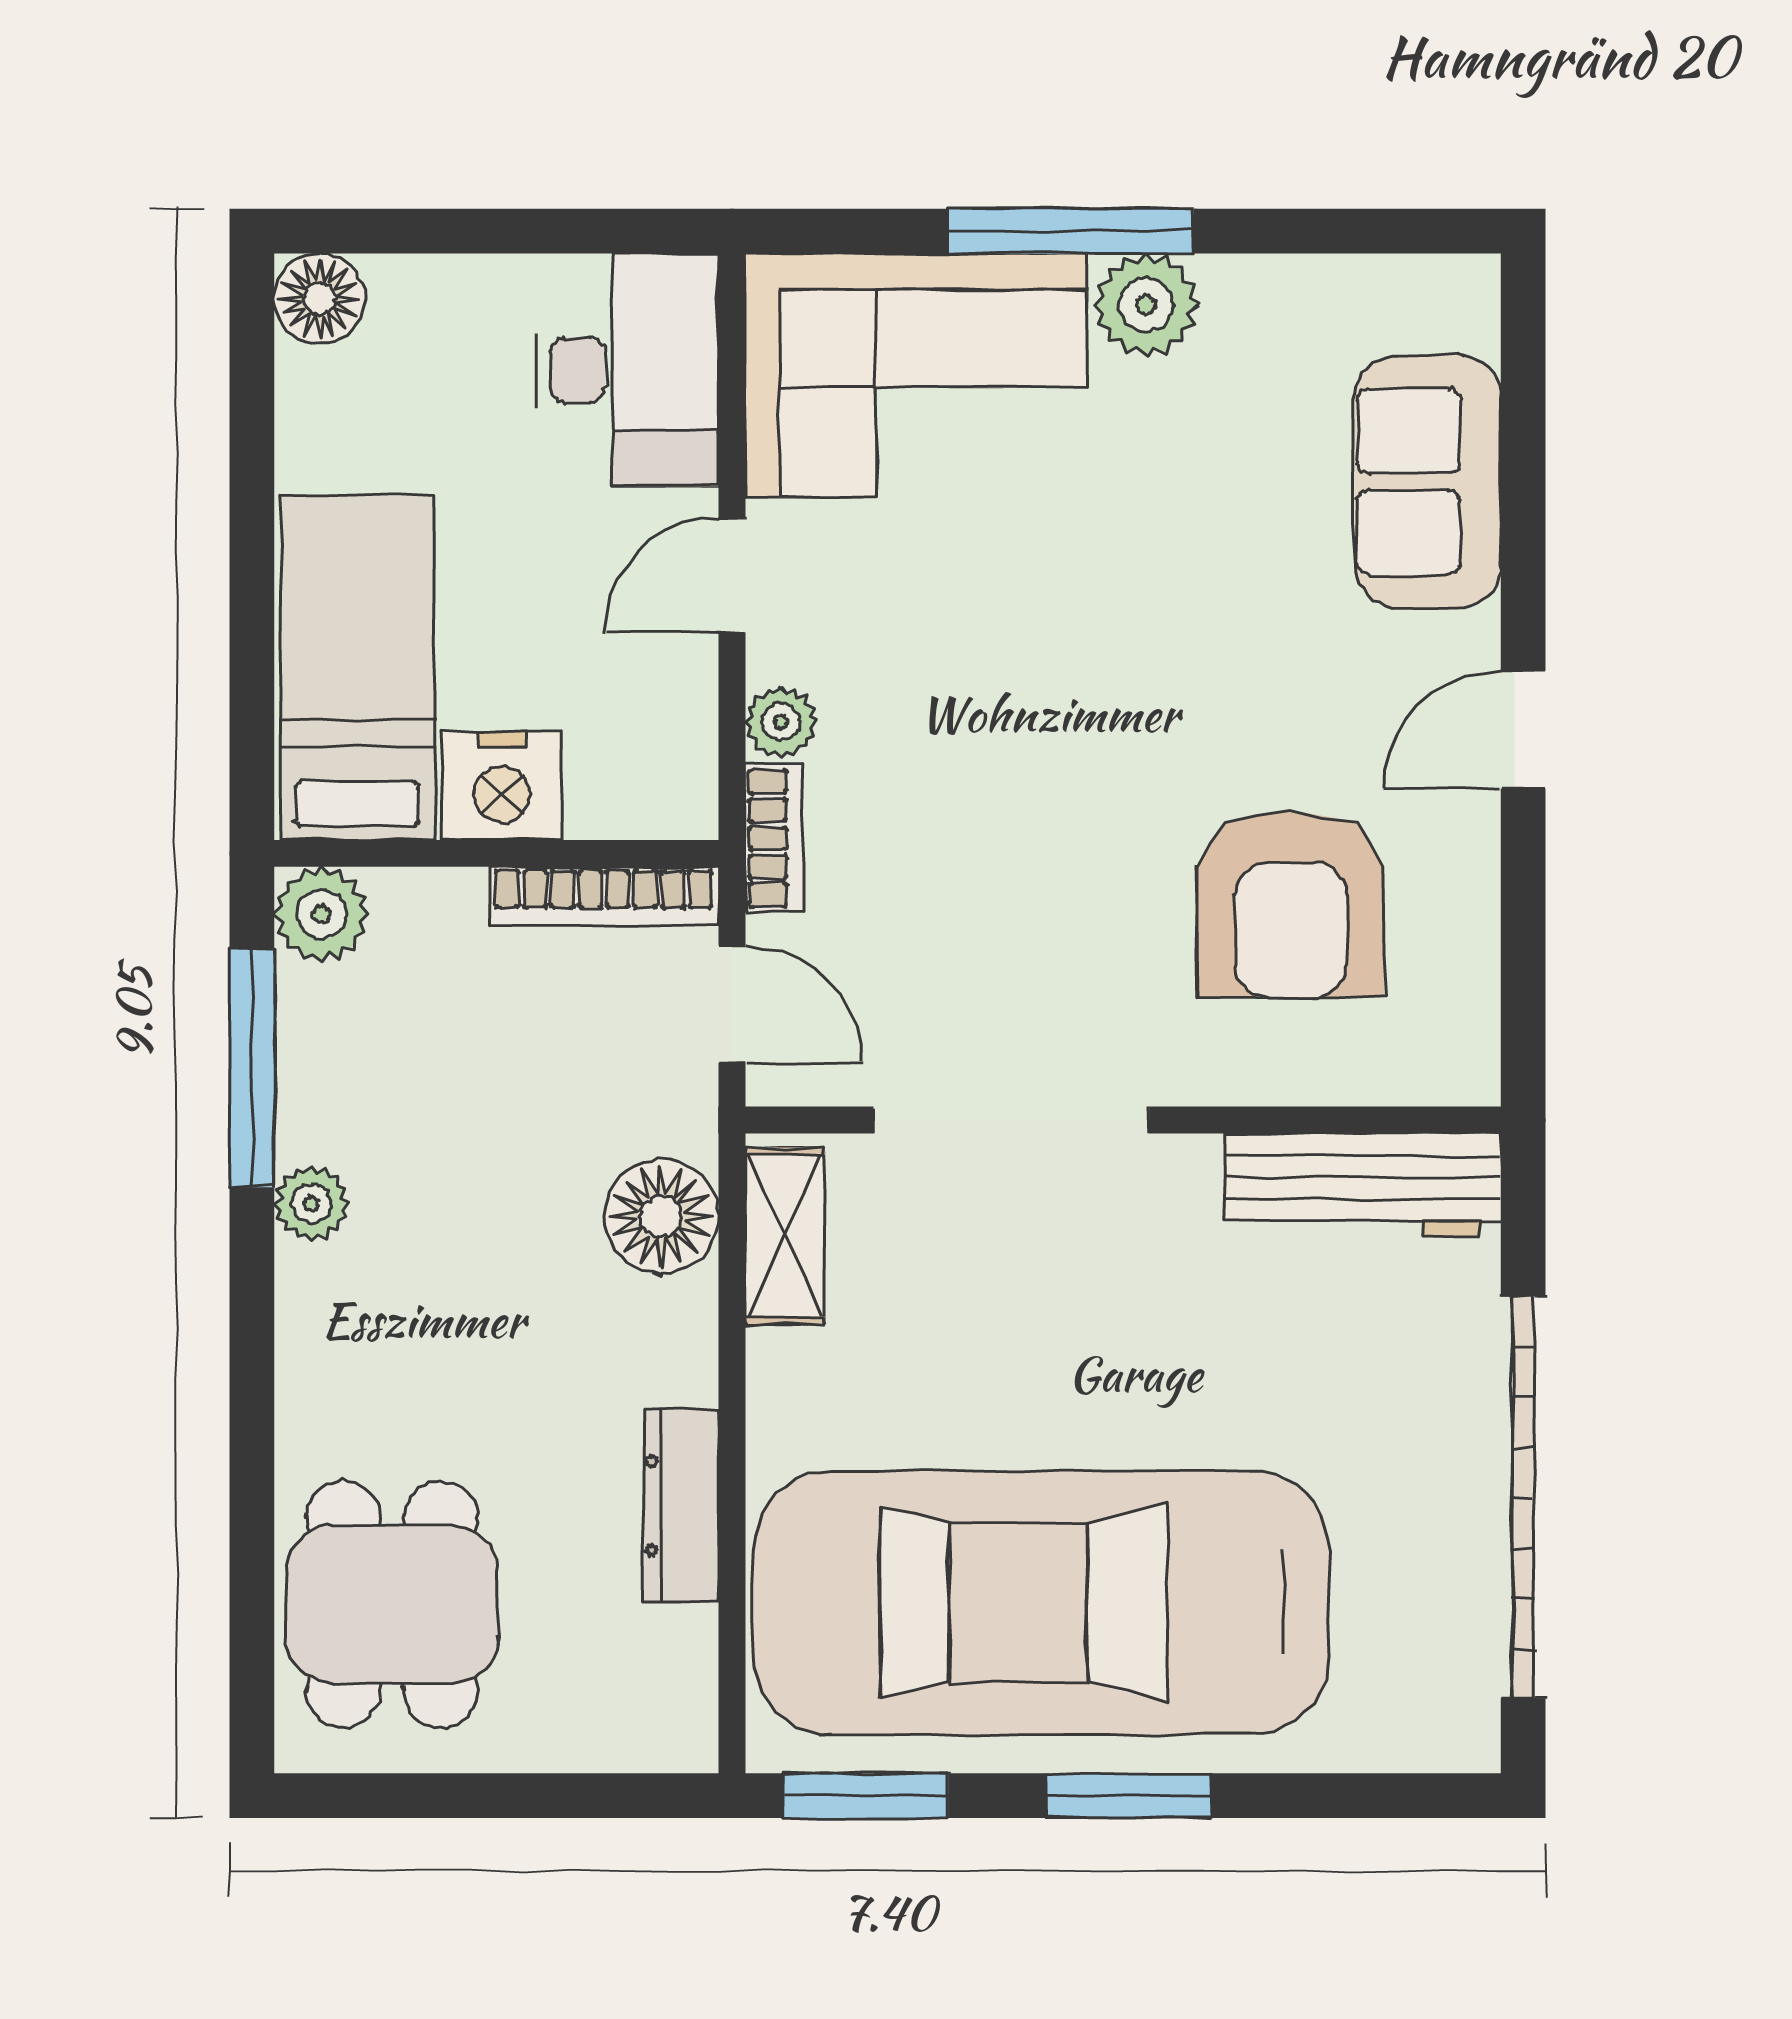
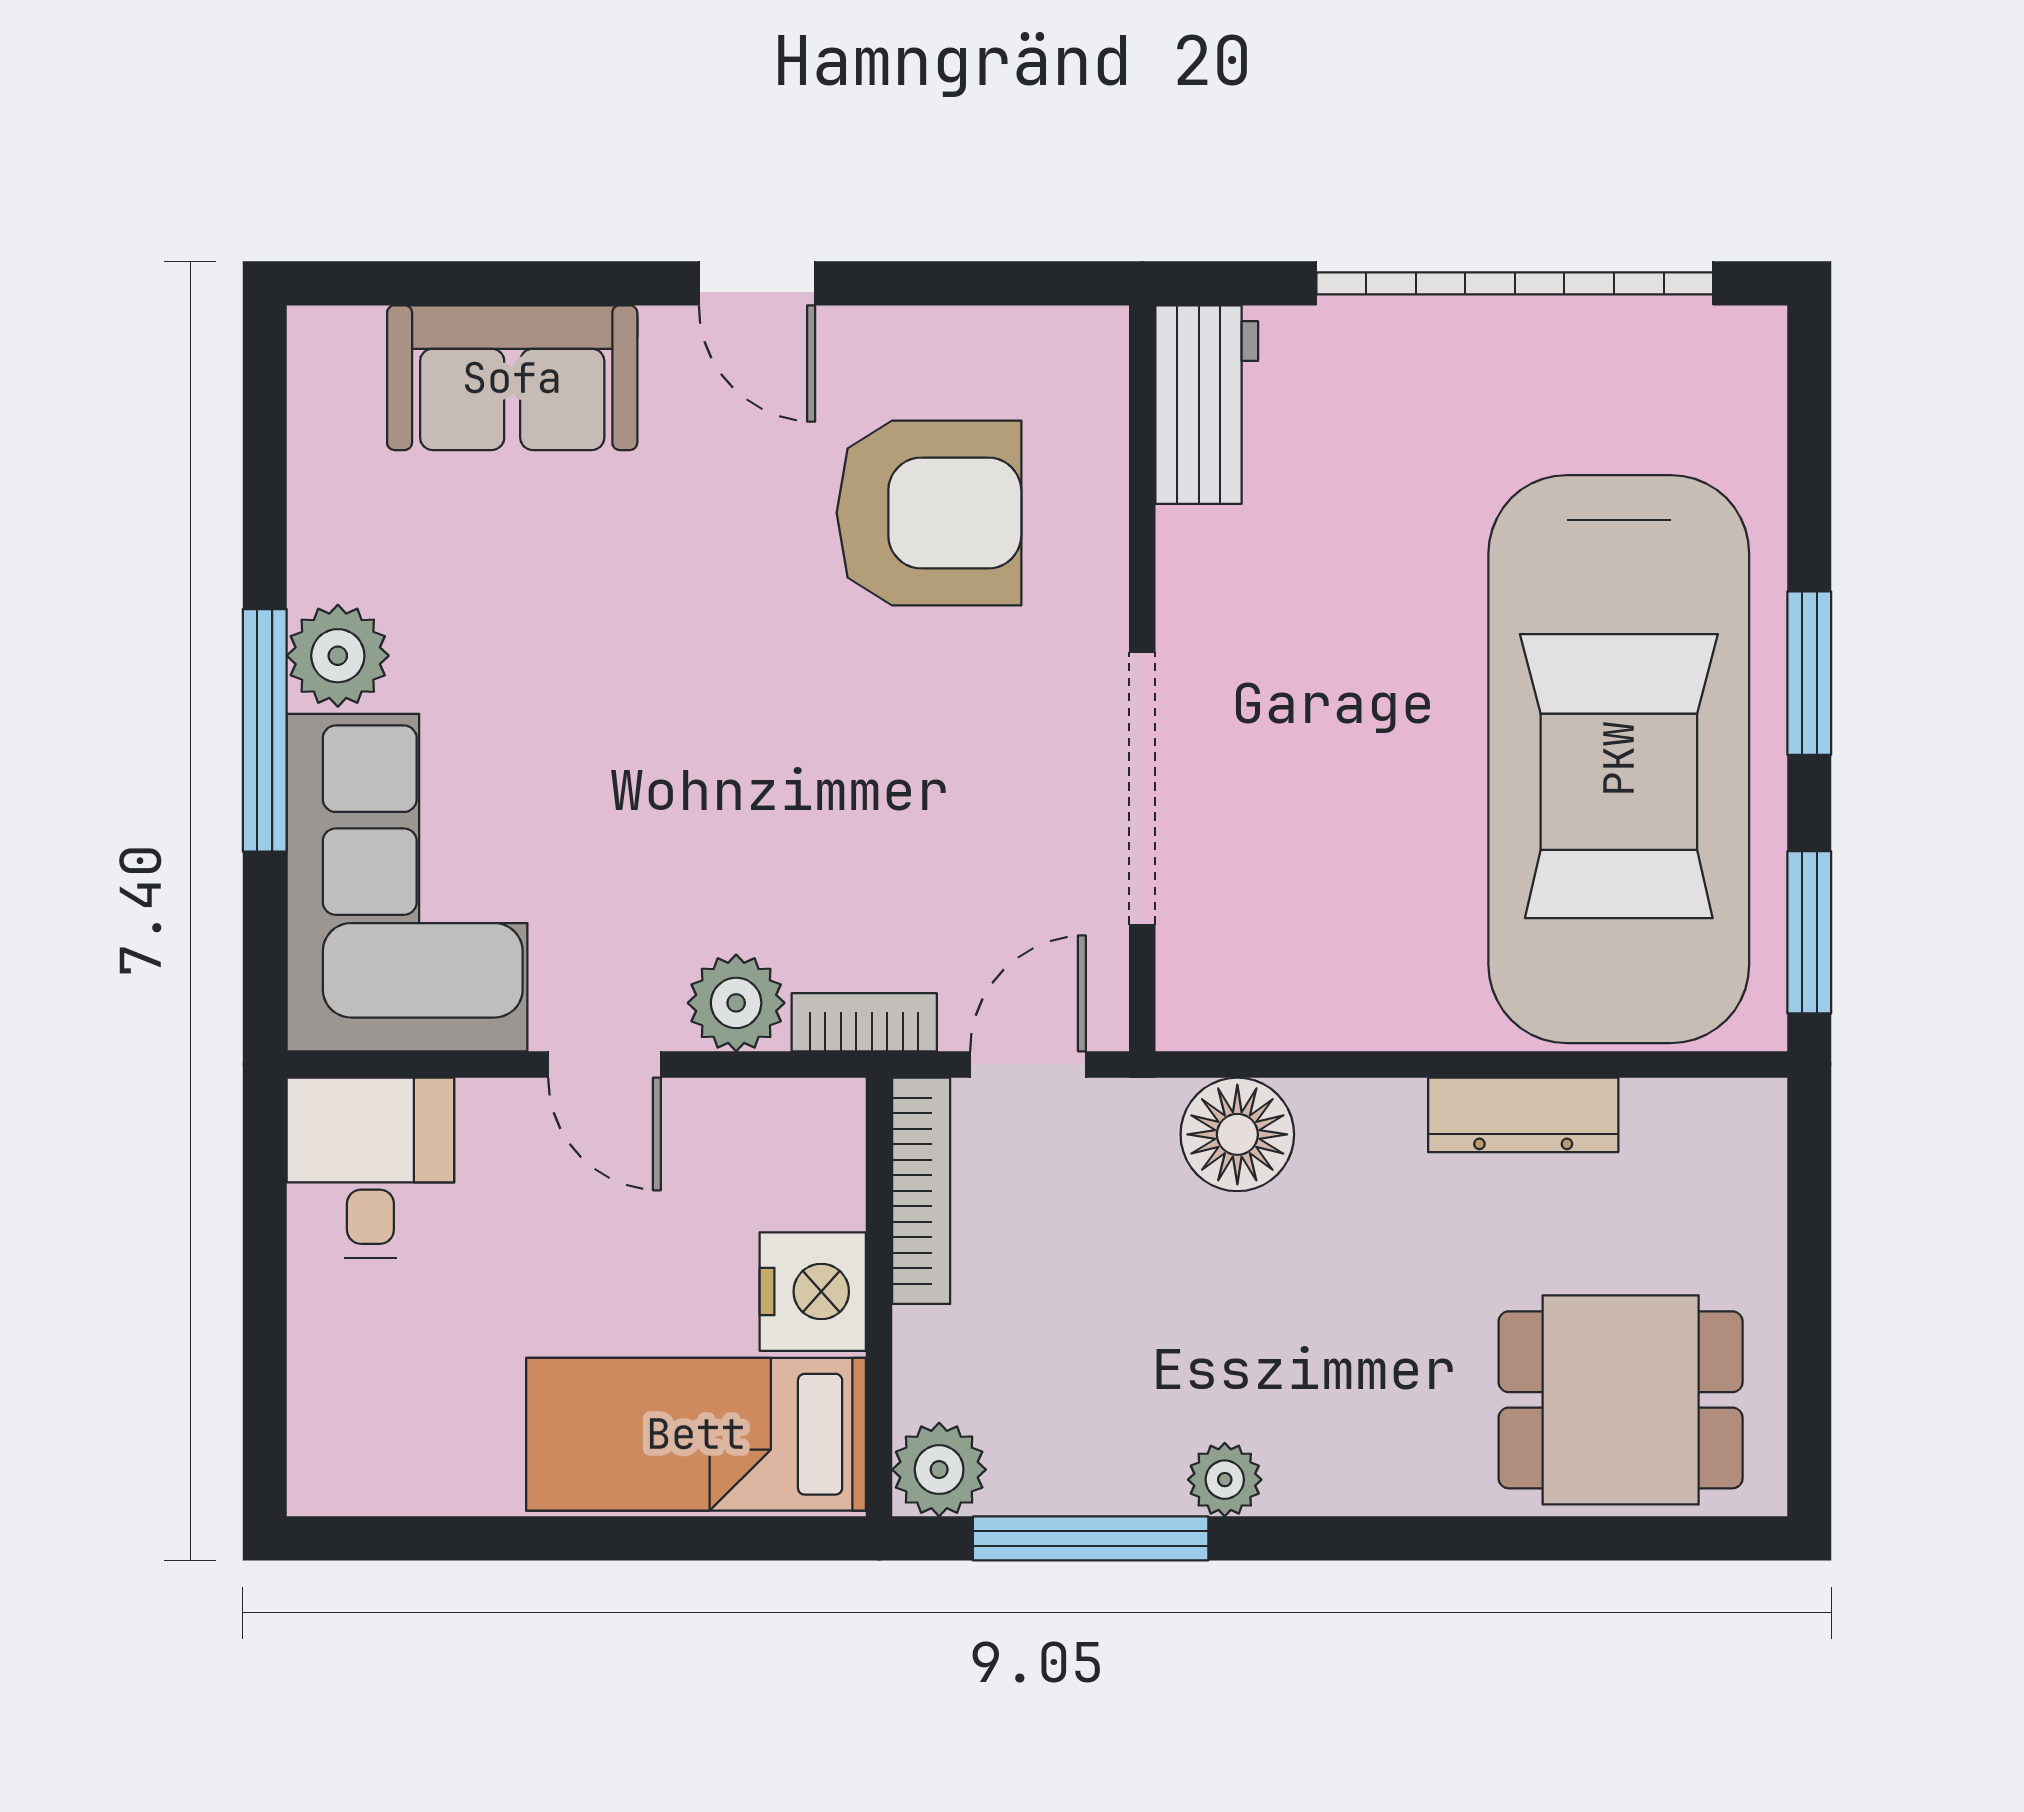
floor lamp: (320, 299) -> (332, 1471), removed
desk: (627, 370) -> (370, 1168), width x0.73
plant: (781, 722) -> (736, 1003), width x1.38, depth x1.38
workbench: (1363, 1185) -> (1207, 405), width x0.73
shelving: (785, 1236) -> (1256, 1012), removed

